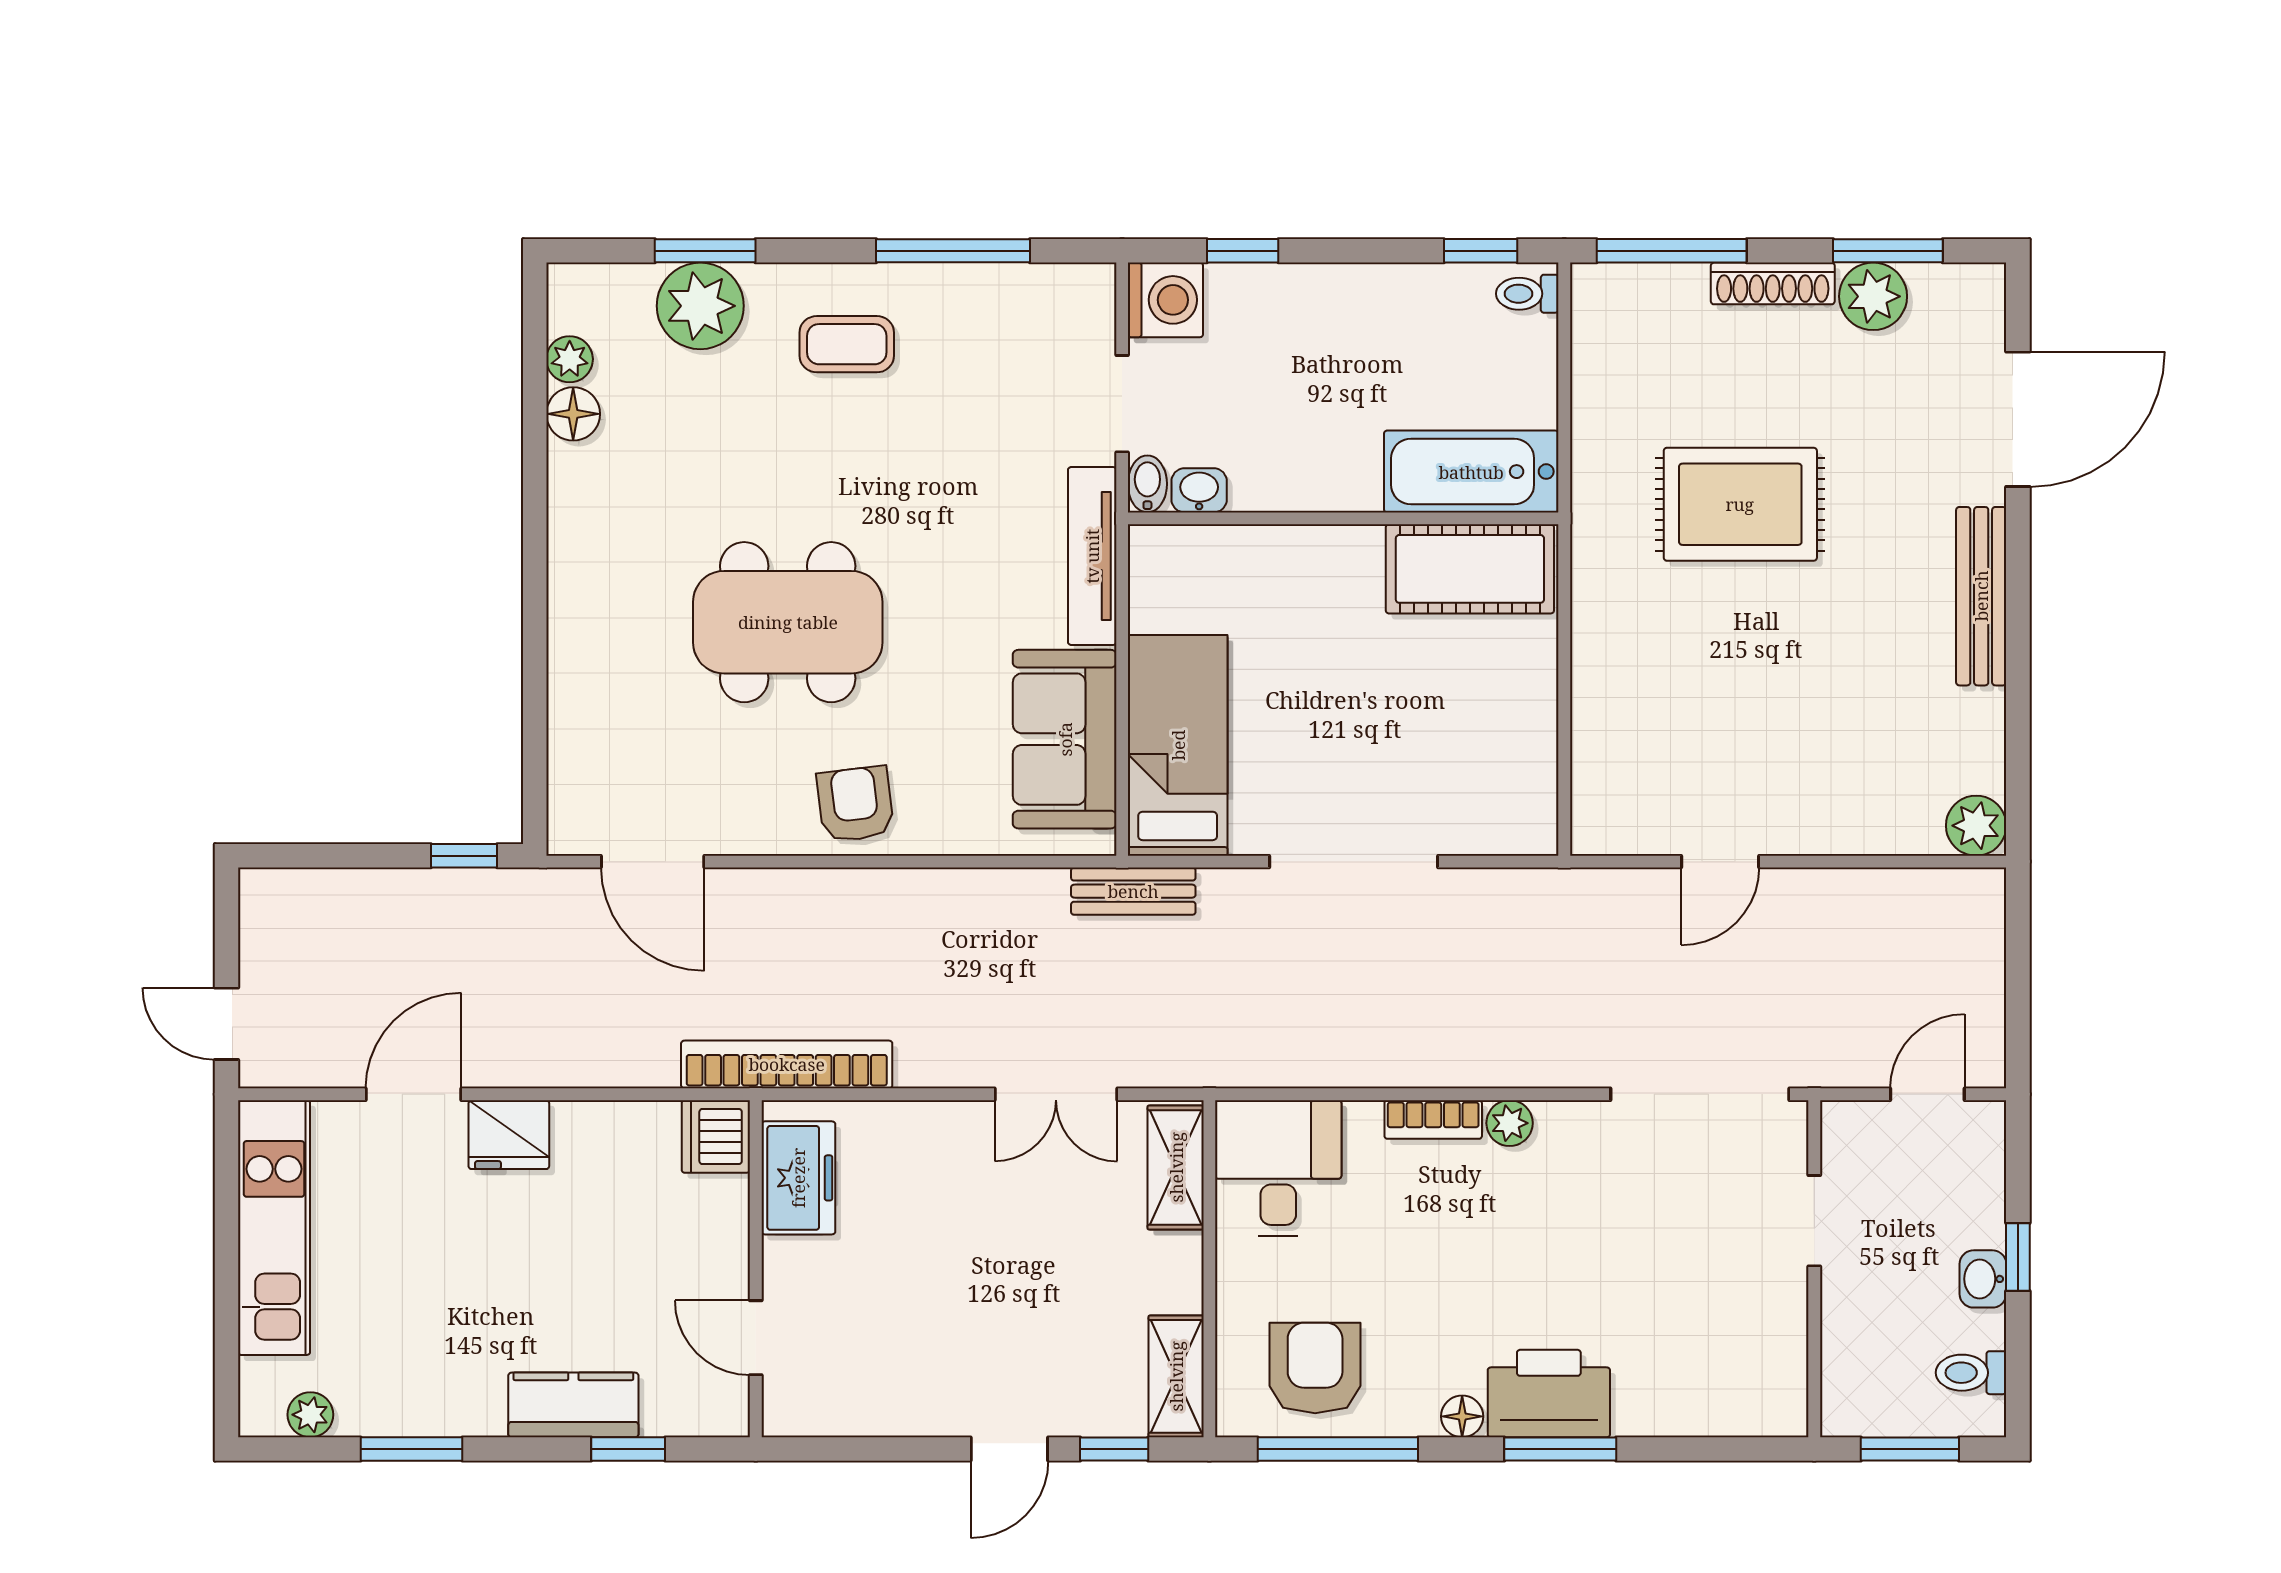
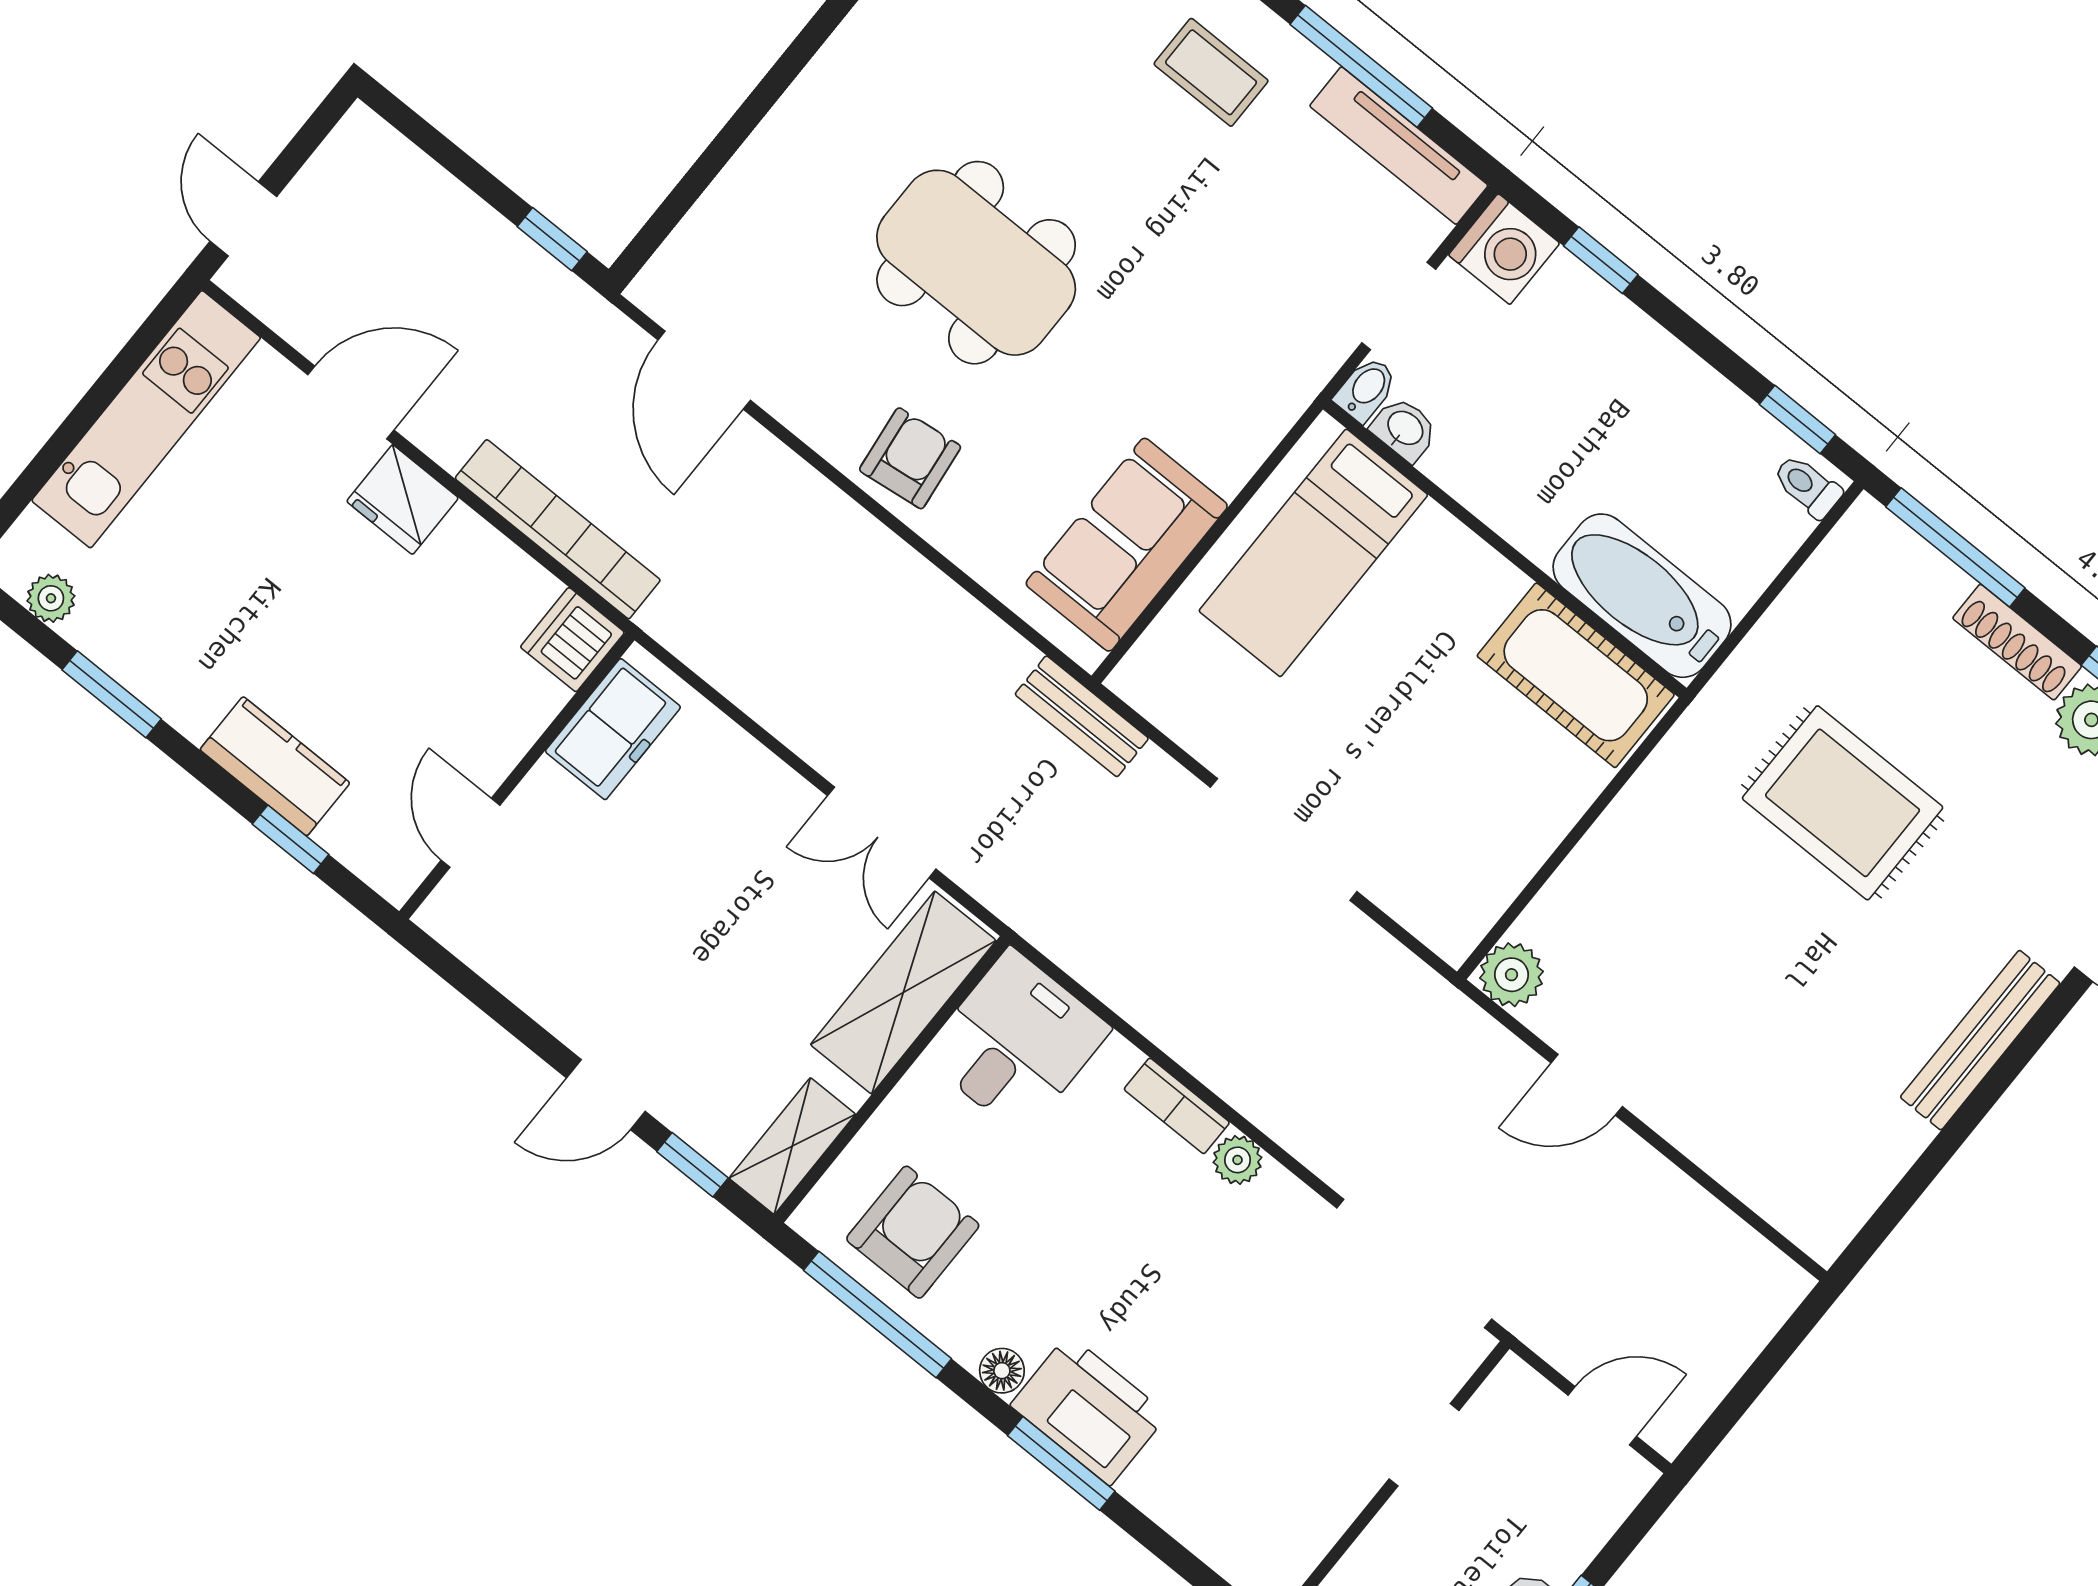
tv unit: (1092, 556) -> (1399, 146), moved, turned -90
bed: (1178, 745) -> (1313, 553), moved, turned 180
plant: (1976, 826) -> (1511, 975), moved
bookcase: (787, 1064) -> (558, 529), moved
shelving: (1176, 1167) -> (903, 993), width x1.50, depth x1.33

